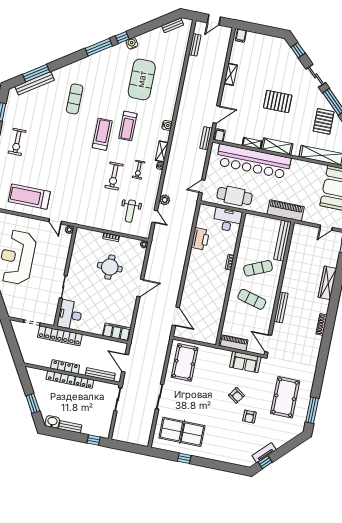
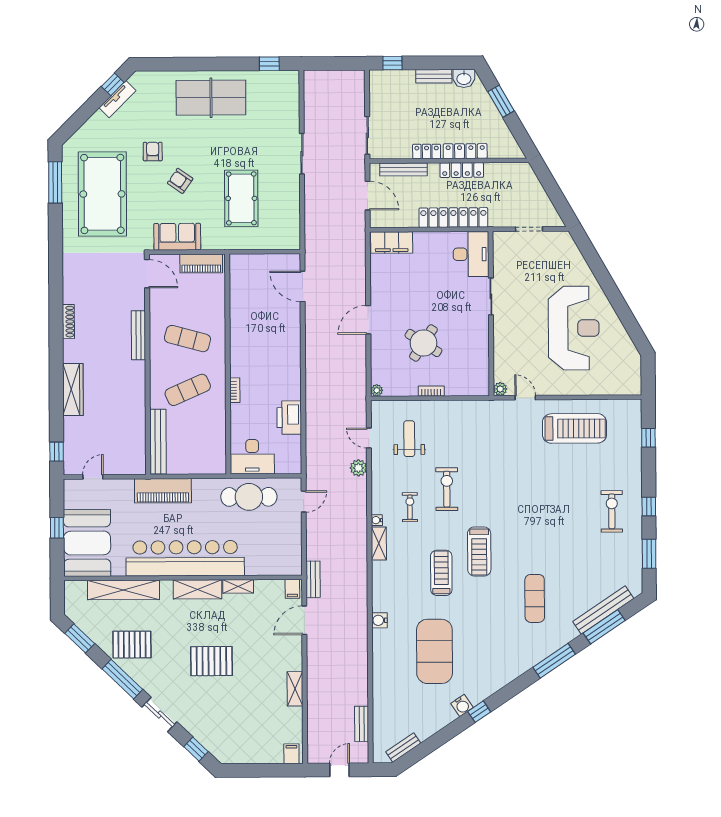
window: (99, 47) -> (554, 661), moved
pallet: (324, 121) -> (132, 645), turned 90
water cooler: (167, 125) -> (379, 620), moved
bar counter: (253, 161) -> (185, 558), moved
round table: (110, 267) -> (423, 343), turned 33
locker: (60, 336) -> (453, 218), moved
pool table: (185, 362) -> (241, 198), moved
pool table: (285, 397) -> (102, 194), width x1.36, depth x1.32
table tennis table: (182, 432) -> (211, 98), moved
window: (184, 458) -> (269, 64), moved

